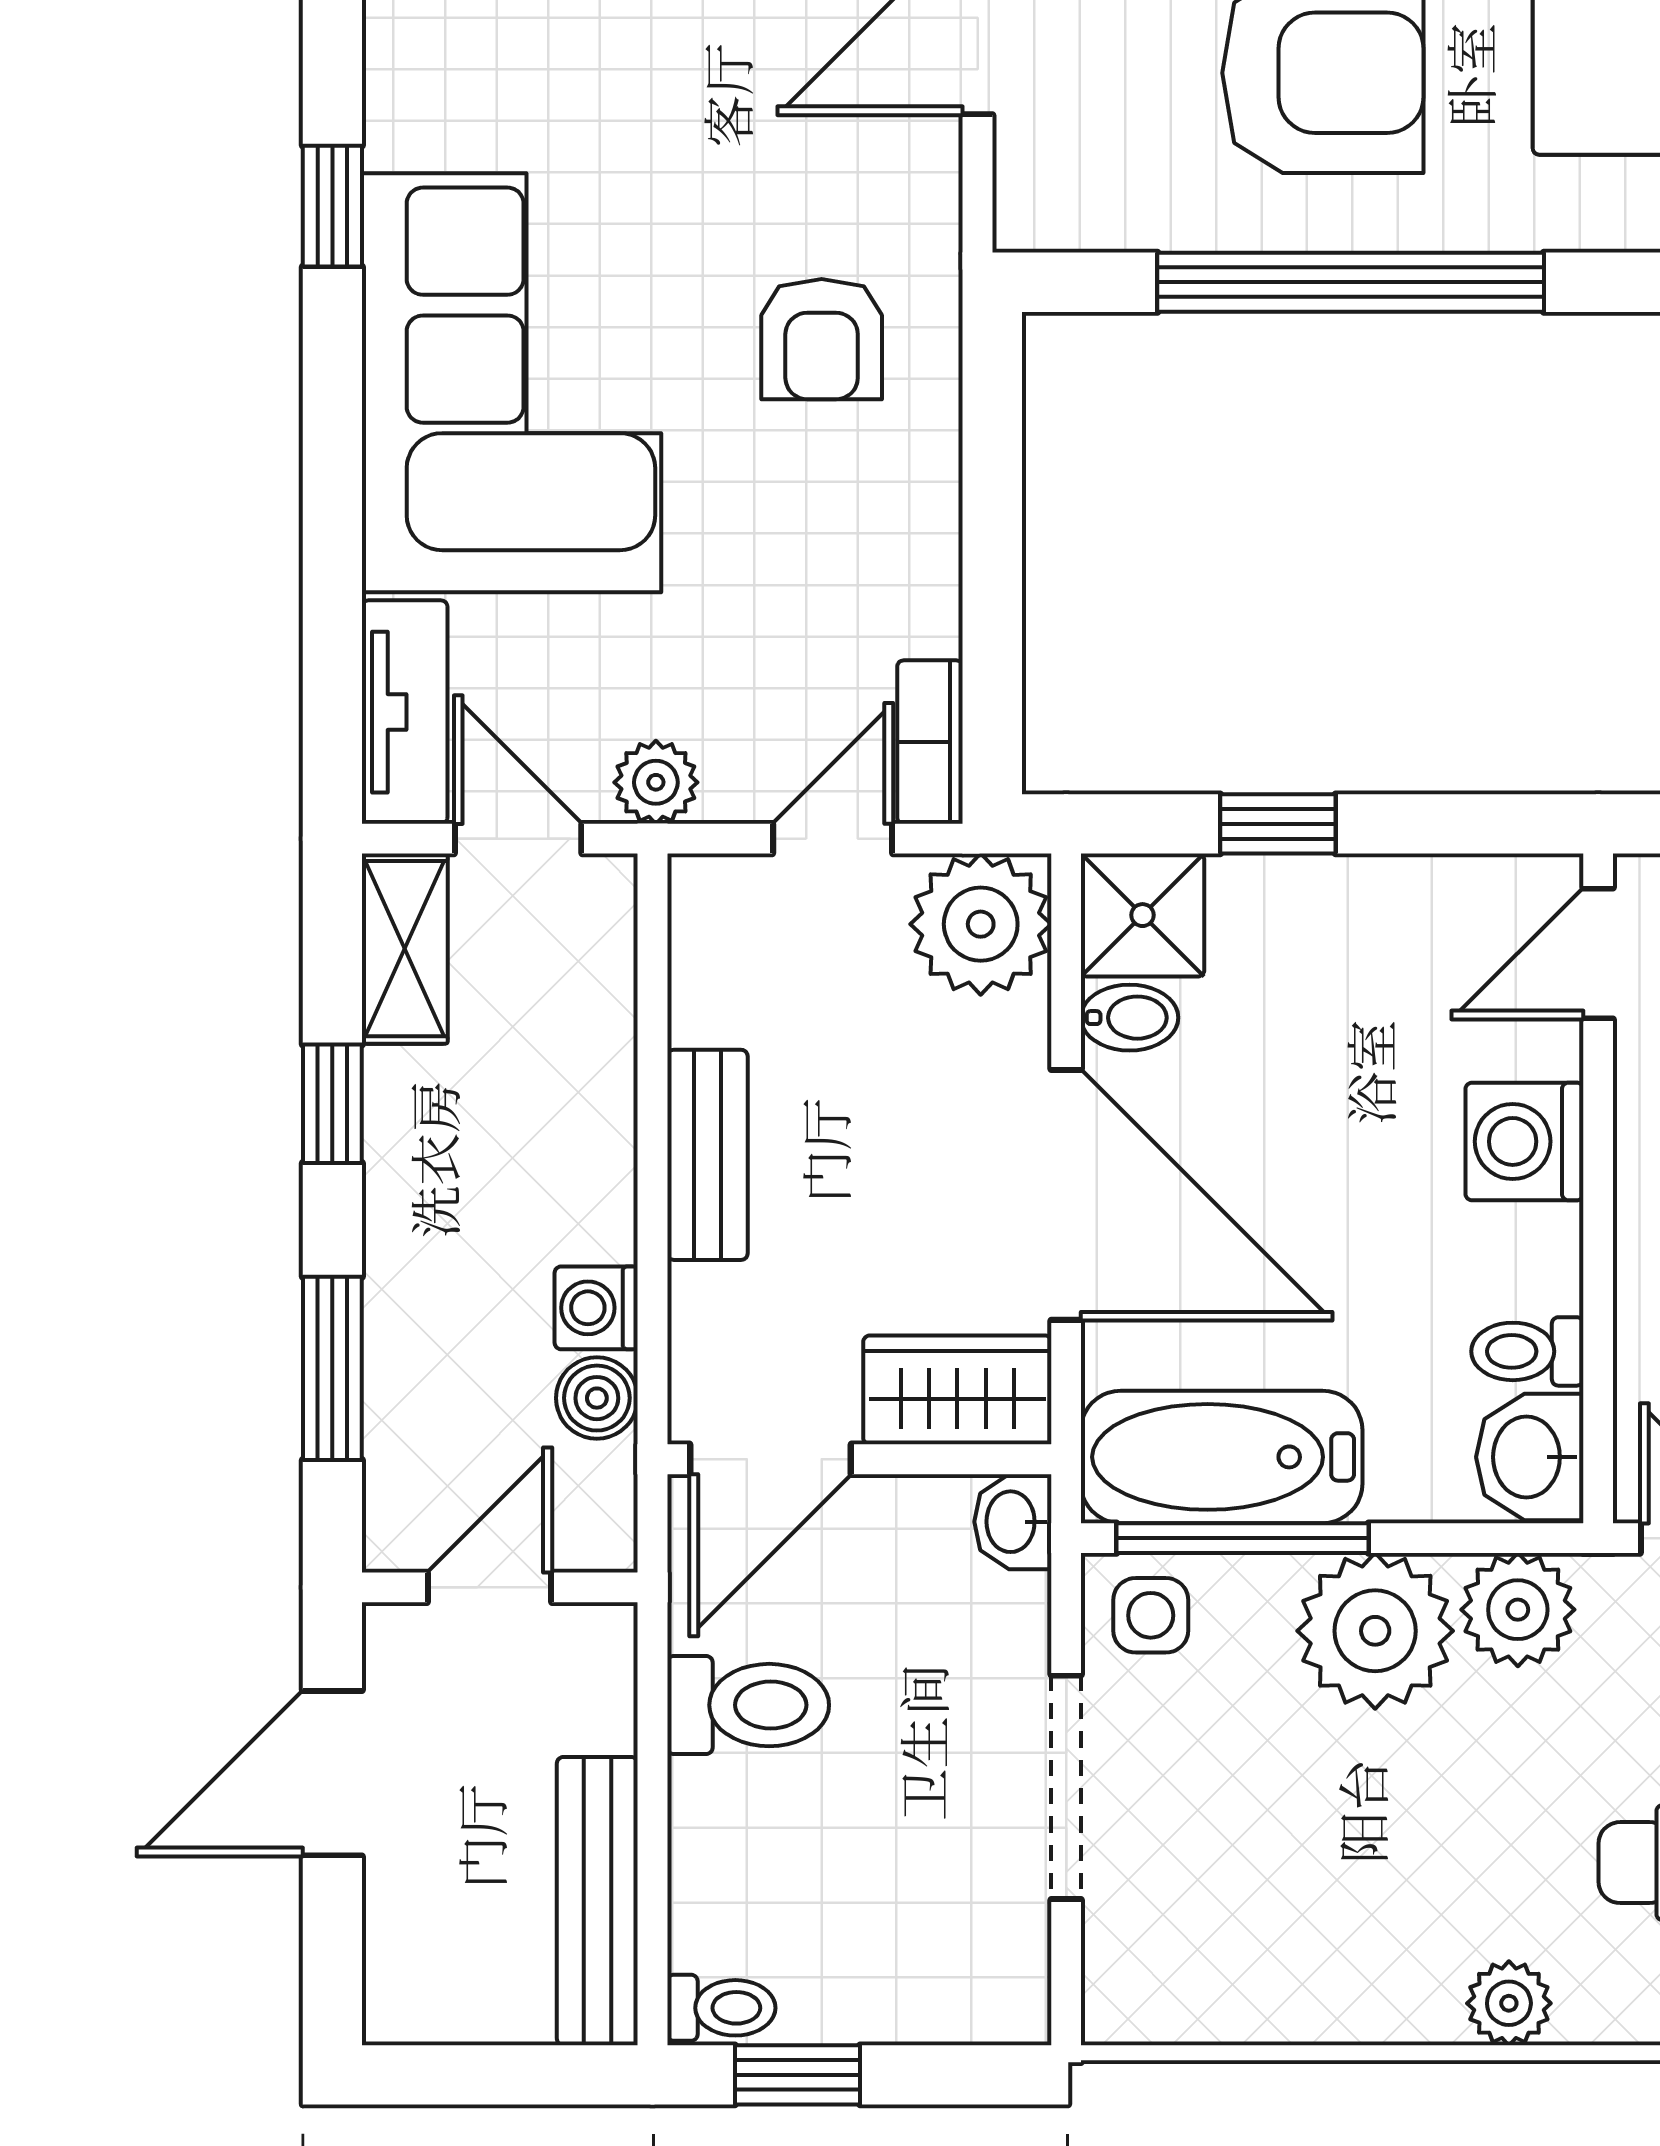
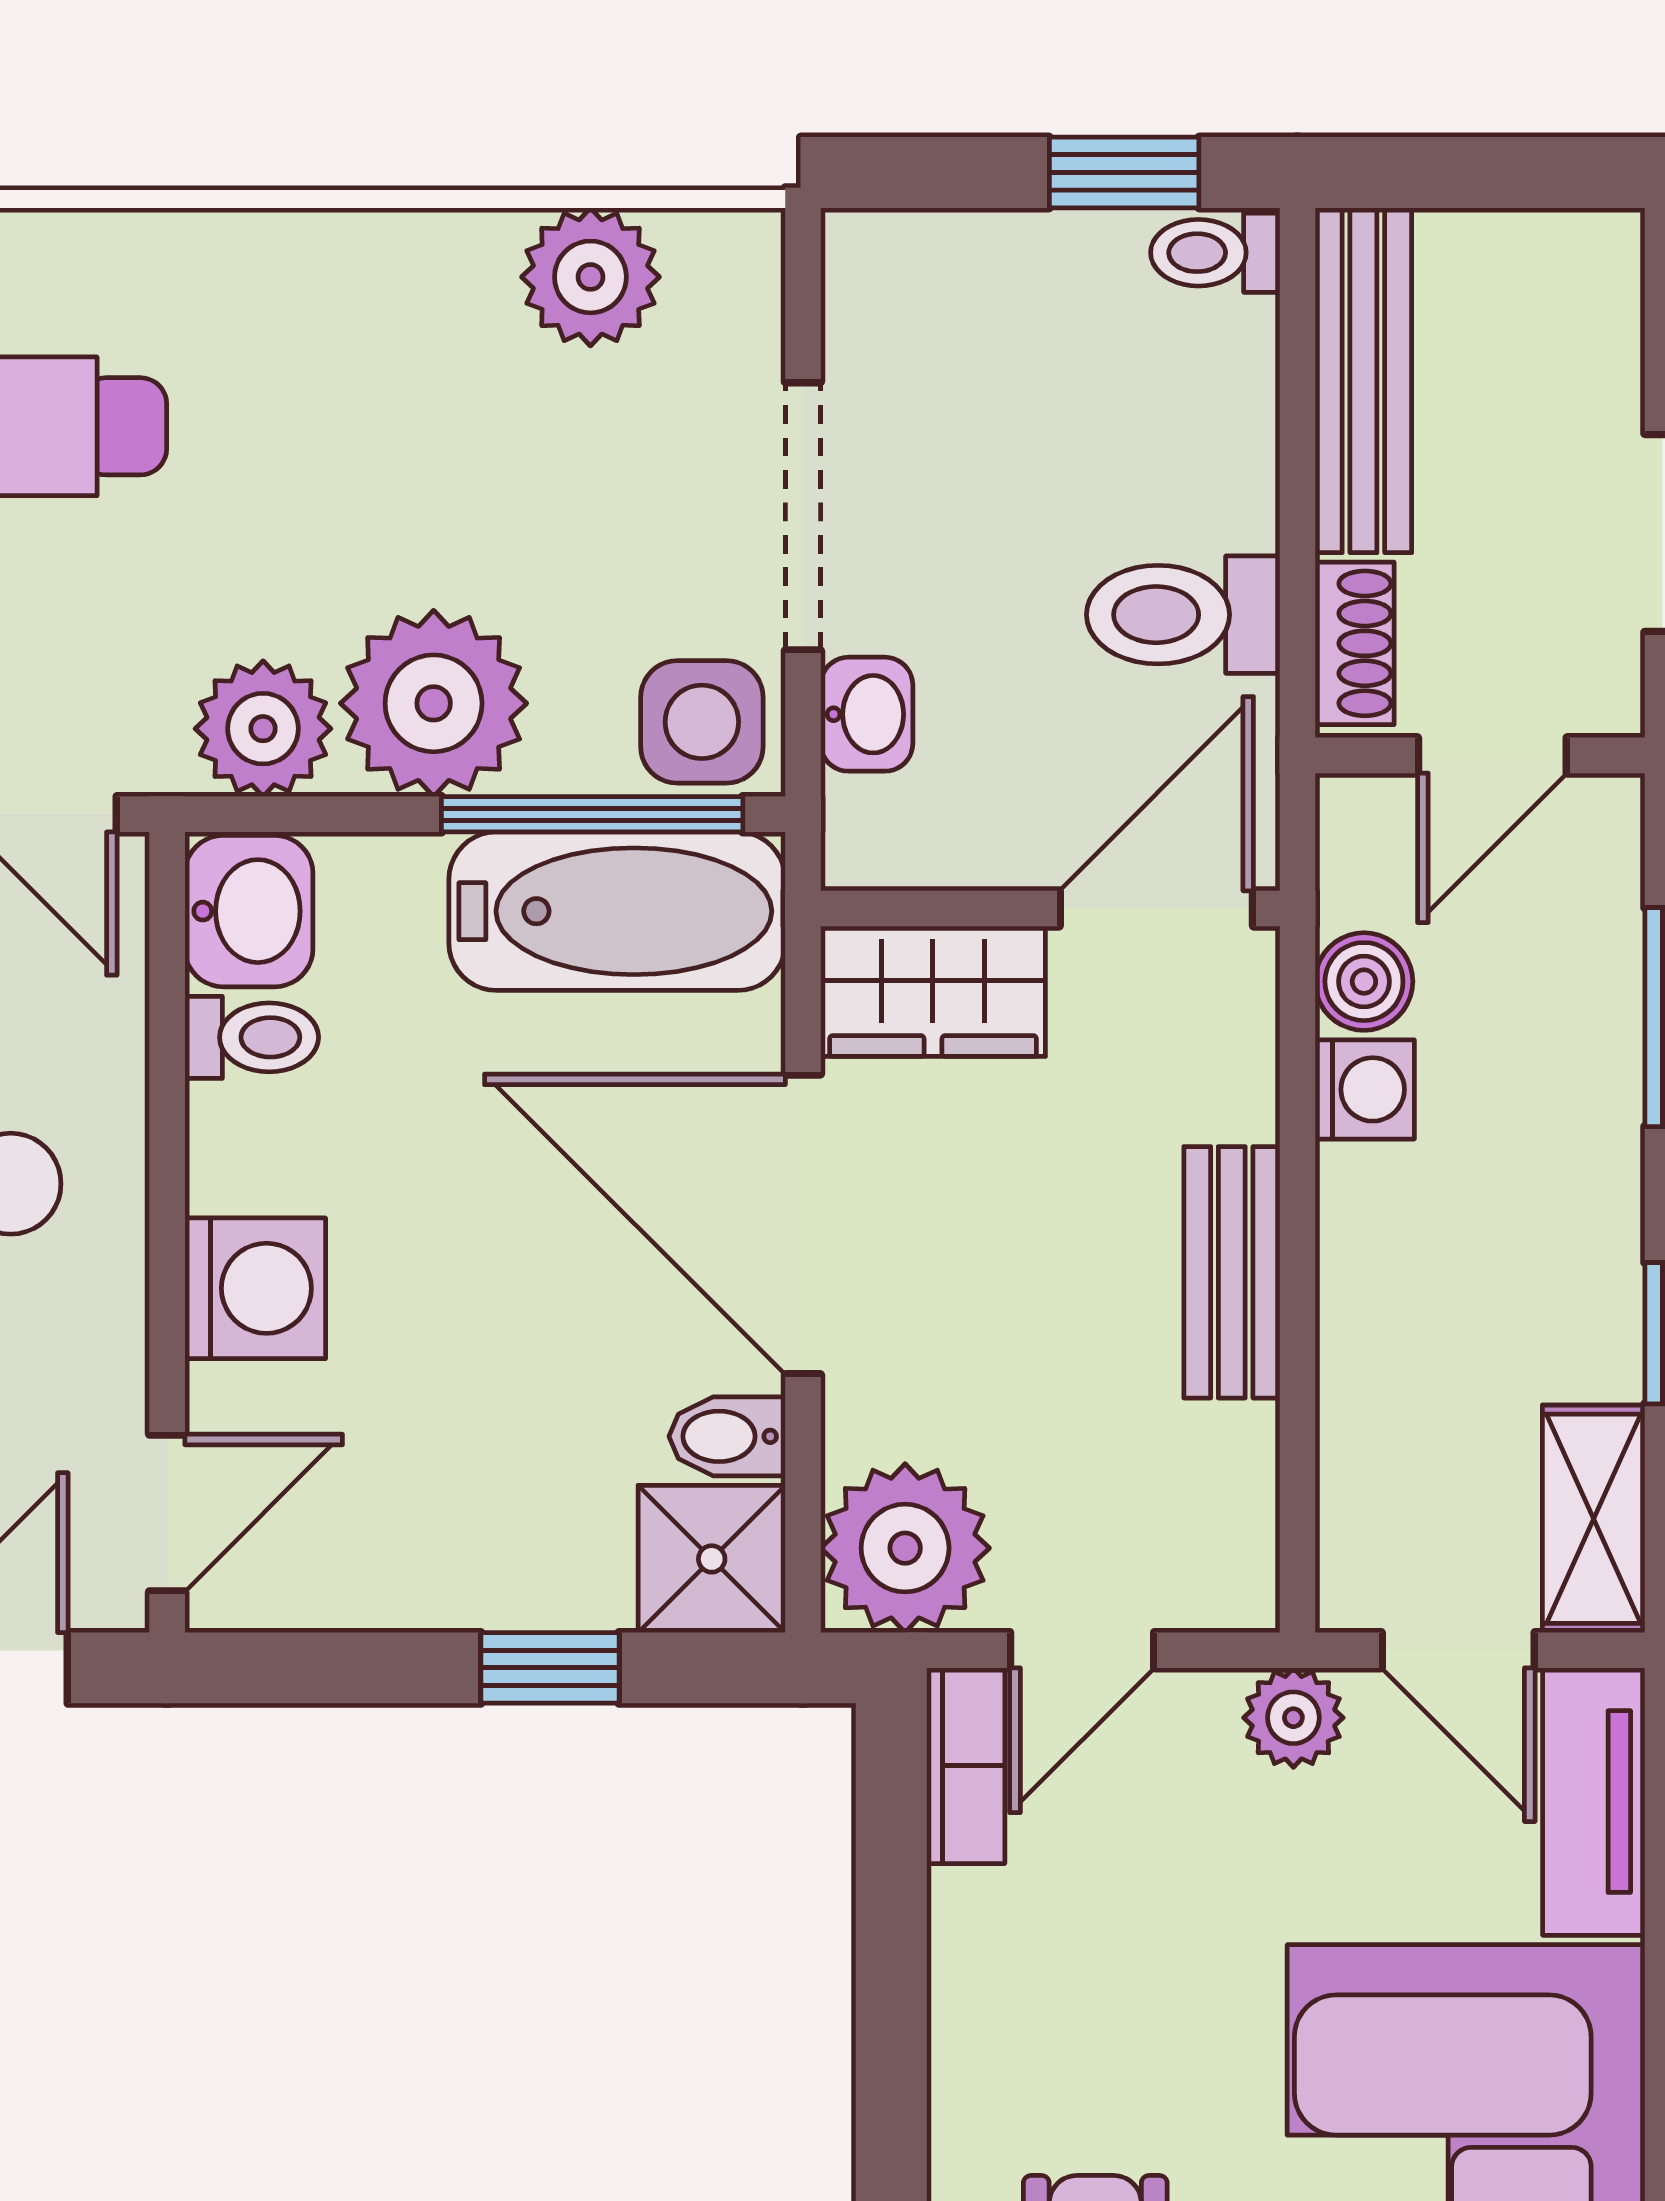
washbasin: (1013, 1522) -> (867, 714), moved
side table: (1151, 1615) -> (702, 722), width x1.37, depth x1.37
shoe rack: (605, 1681) -> (1355, 643), added
plant: (1509, 2003) -> (590, 277), moved, width x1.38, depth x1.38

